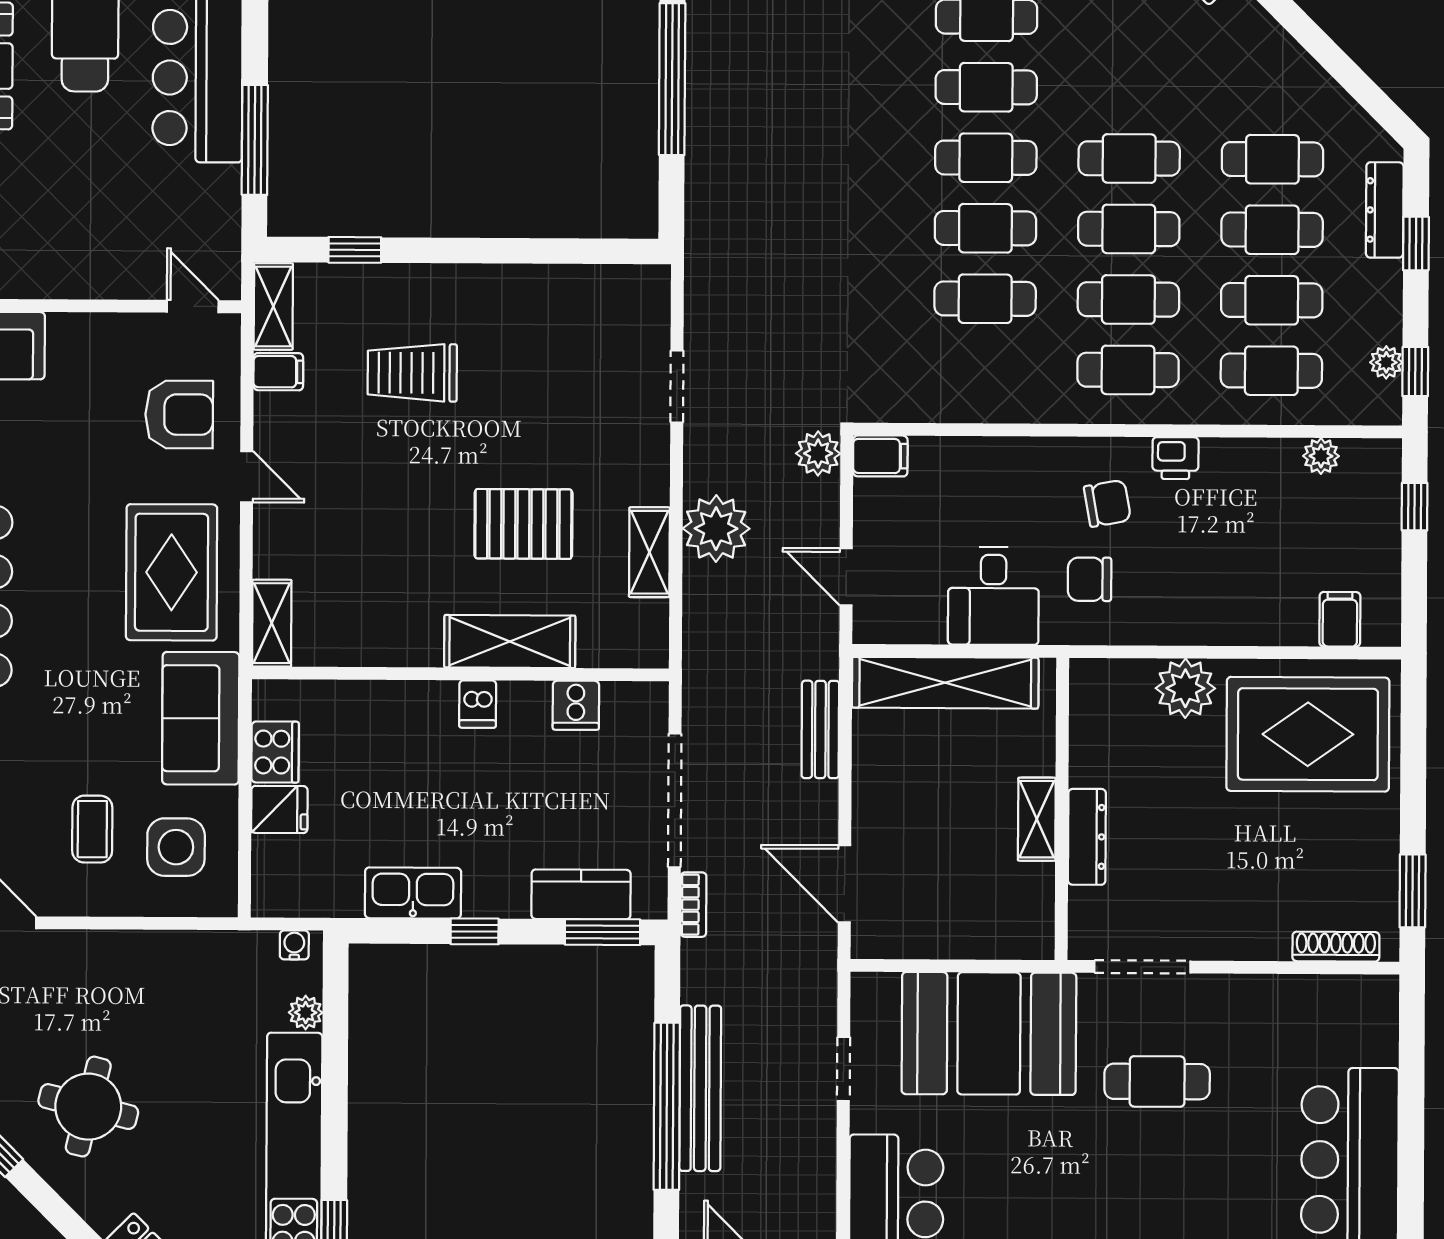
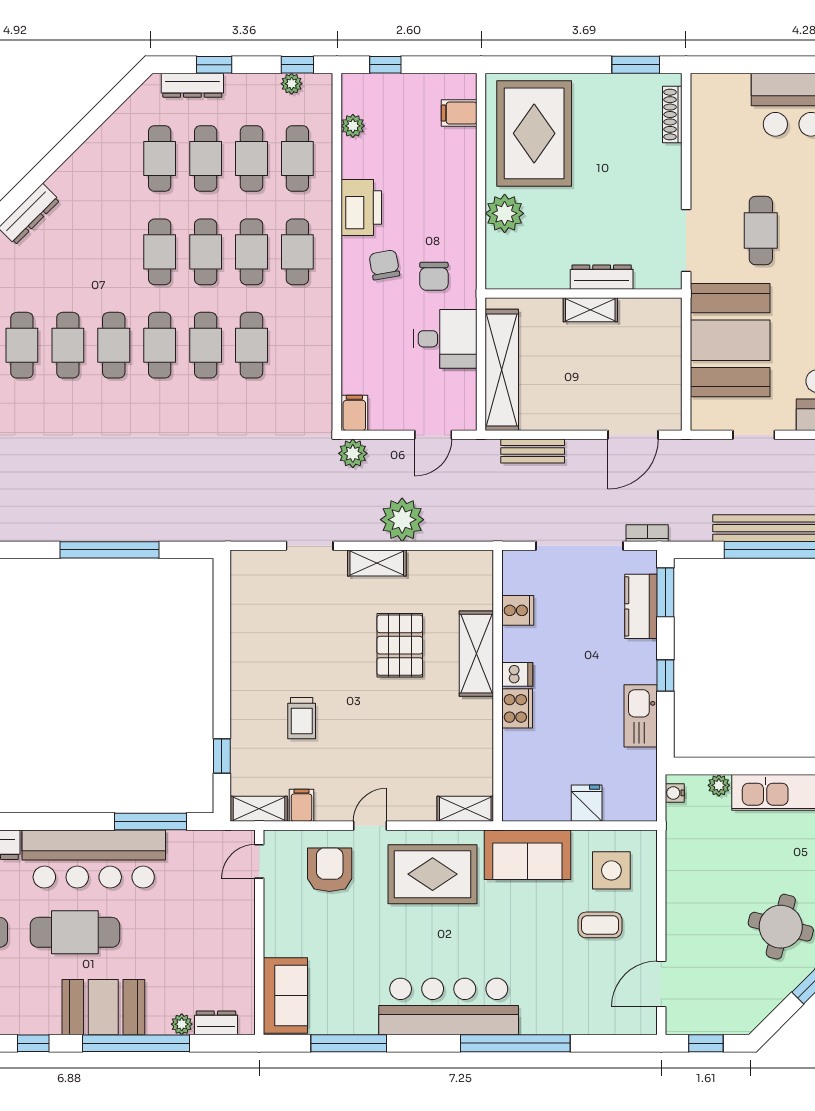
trolley: (412, 373) -> (302, 718), width x0.73, depth x0.72
printer: (1175, 458) -> (361, 208), width x1.87, depth x1.48
shelving: (649, 552) -> (377, 563), moved
cooker: (275, 752) -> (517, 708), moved, turned 90

